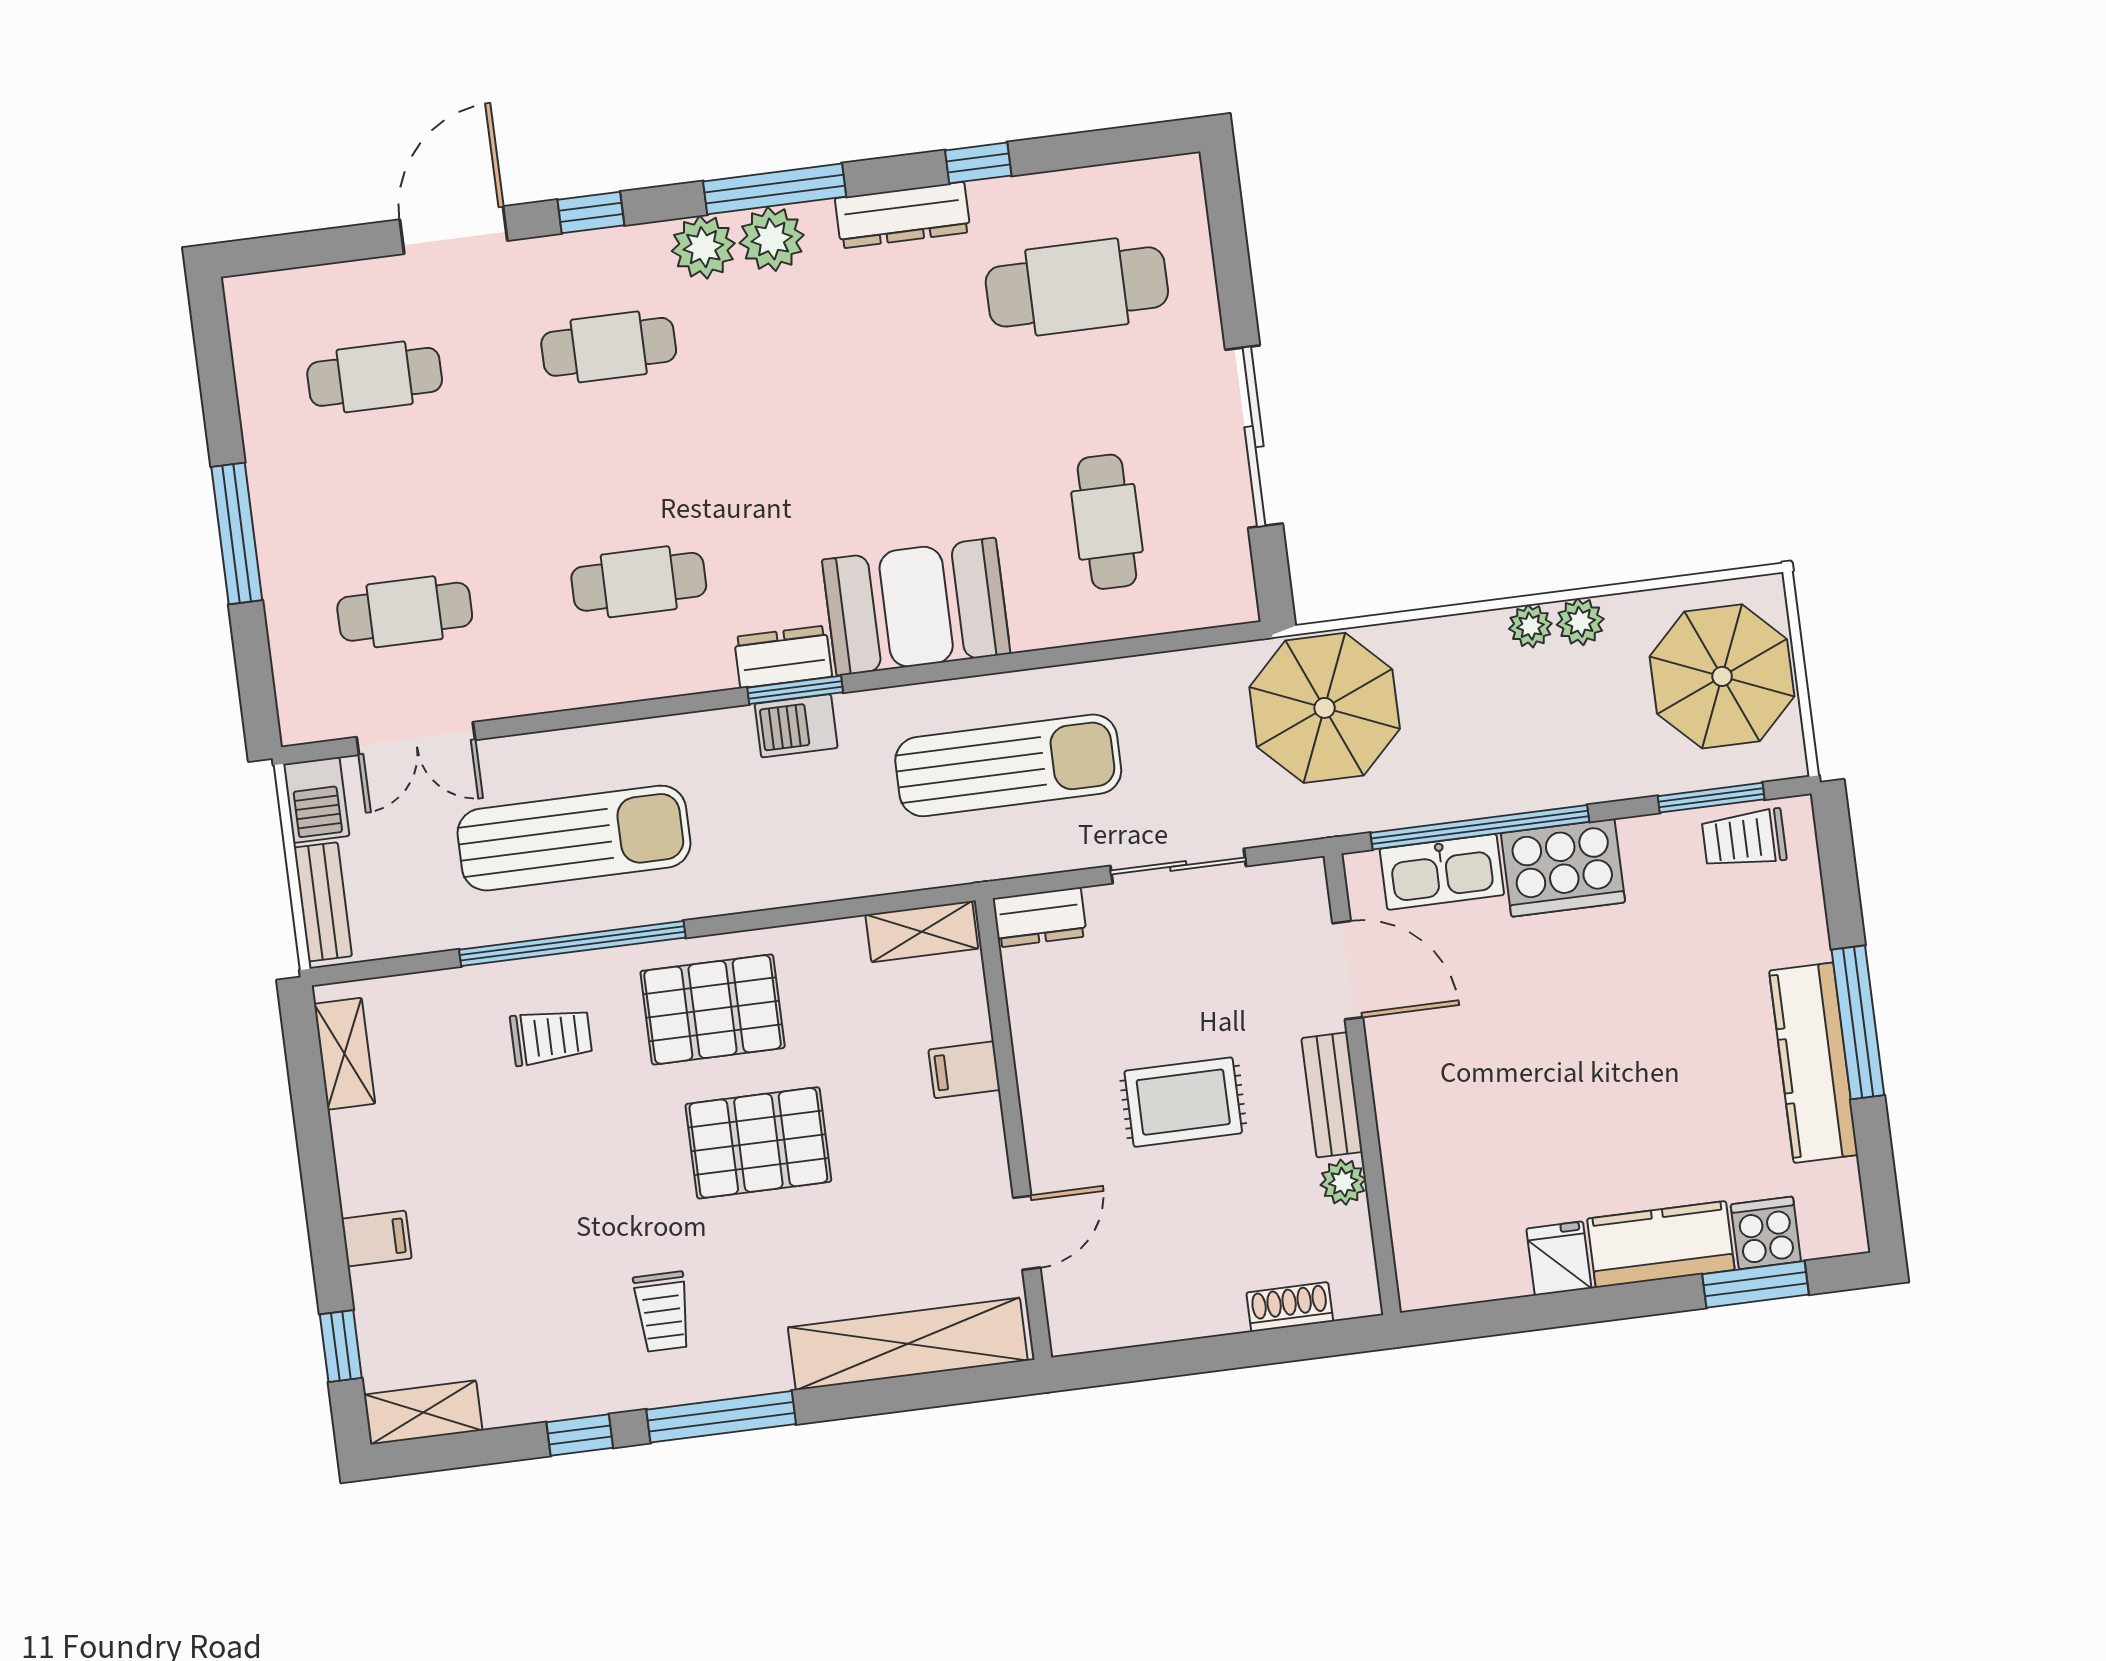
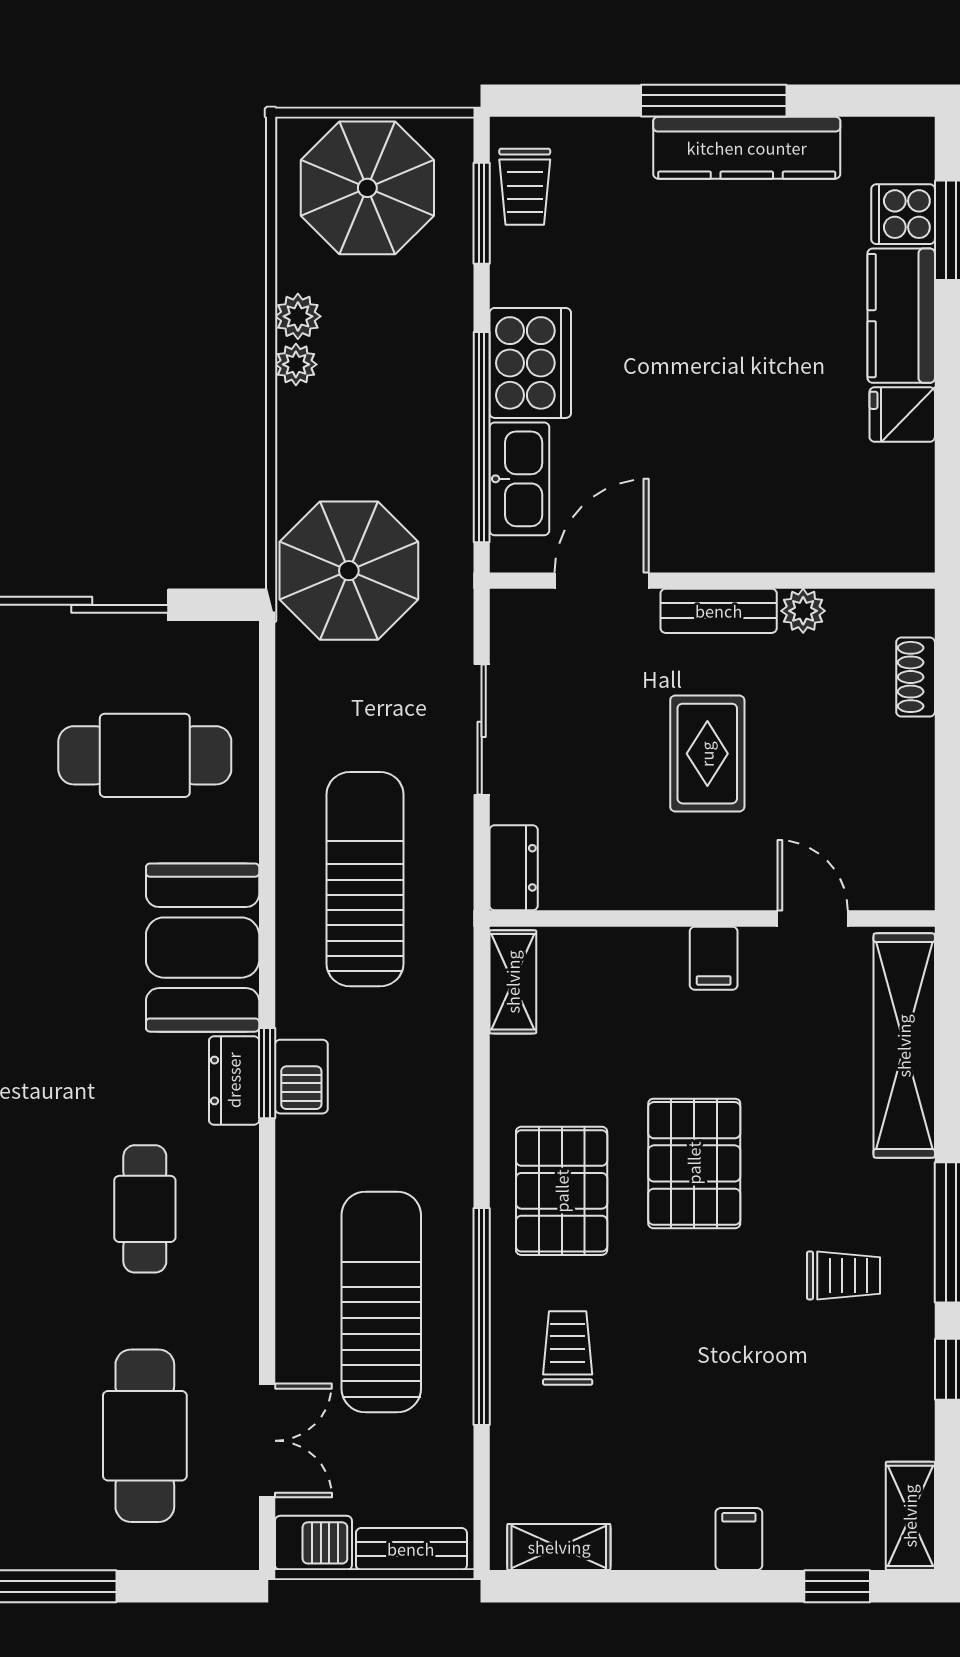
cafe table: (1107, 522) -> (145, 755), width x1.37, depth x1.35
cafe table: (405, 612) -> (145, 1436), width x1.37, depth x1.35
filing cabinet: (964, 1070) -> (714, 958), moved

